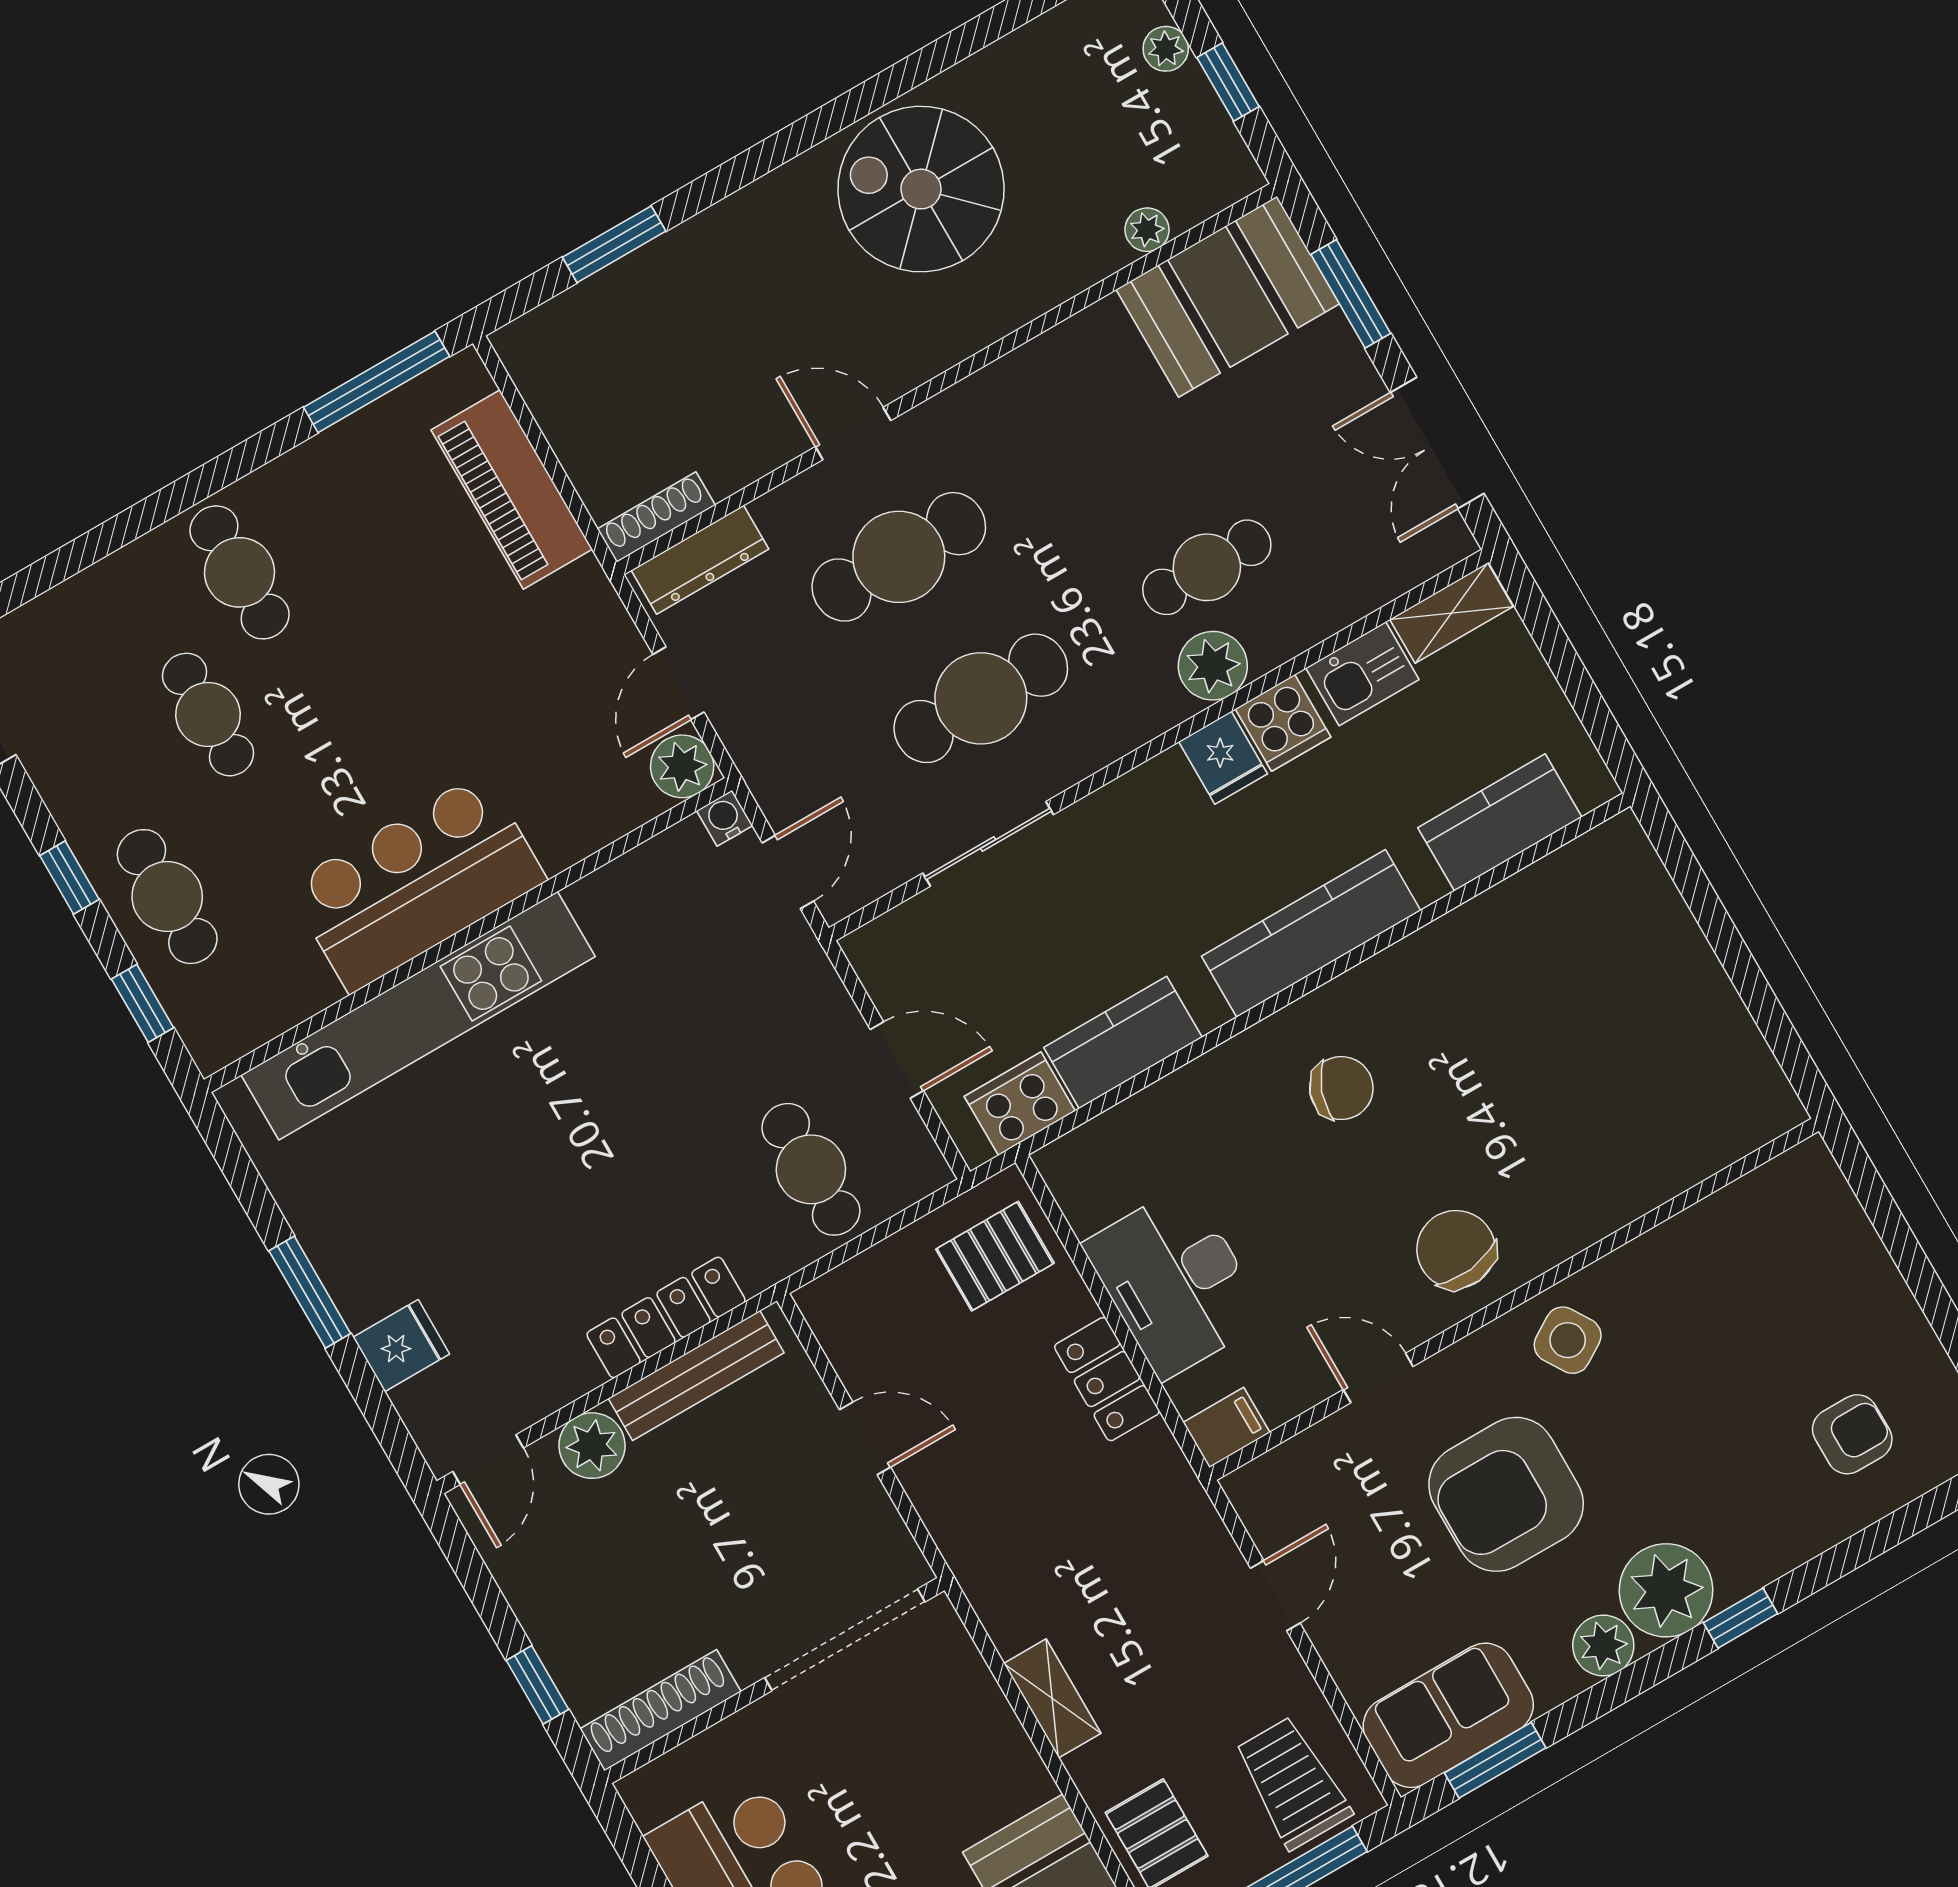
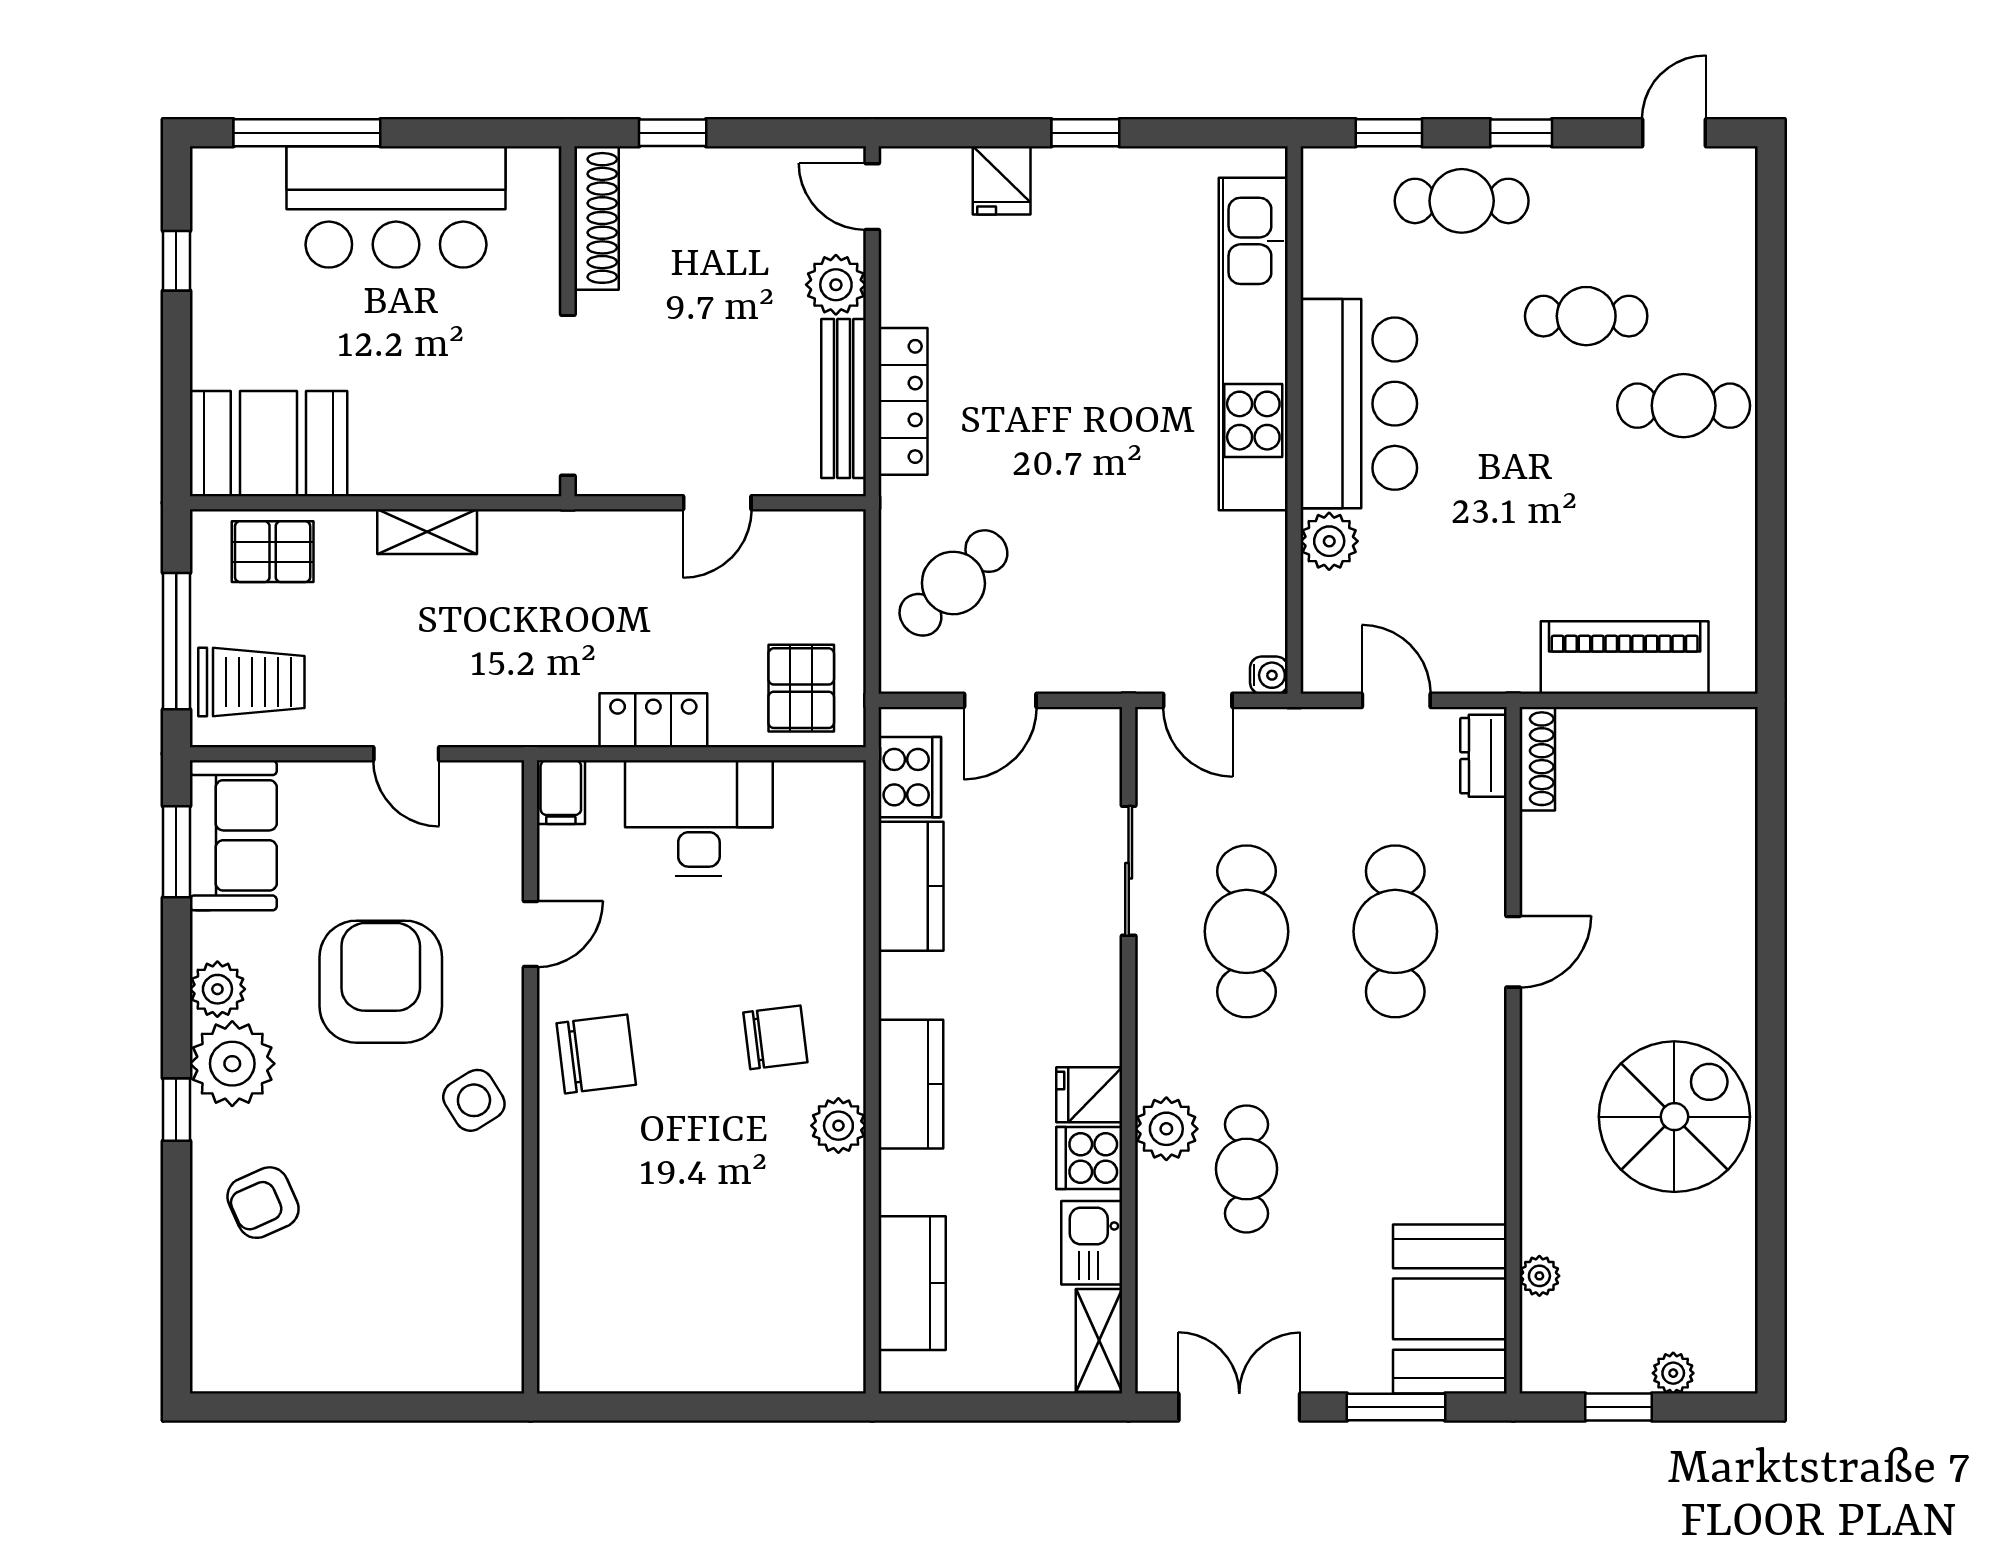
window: (614, 244) -> (1771, 850), removed
window: (377, 382) -> (1771, 600), removed
dresser: (700, 560) -> (1484, 756), width x0.70
plant: (682, 766) -> (1329, 541), moved
kitchen counter: (1311, 933) -> (911, 1084), width x0.67
plant: (1391, 979) -> (838, 1126), added
chair: (1341, 1088) -> (775, 1037), turned -117
cafe table: (811, 1169) -> (953, 583), turned -44
window: (310, 1292) -> (1085, 133), width x0.67
armchair: (1852, 1434) -> (263, 1203), moved, turned 66

